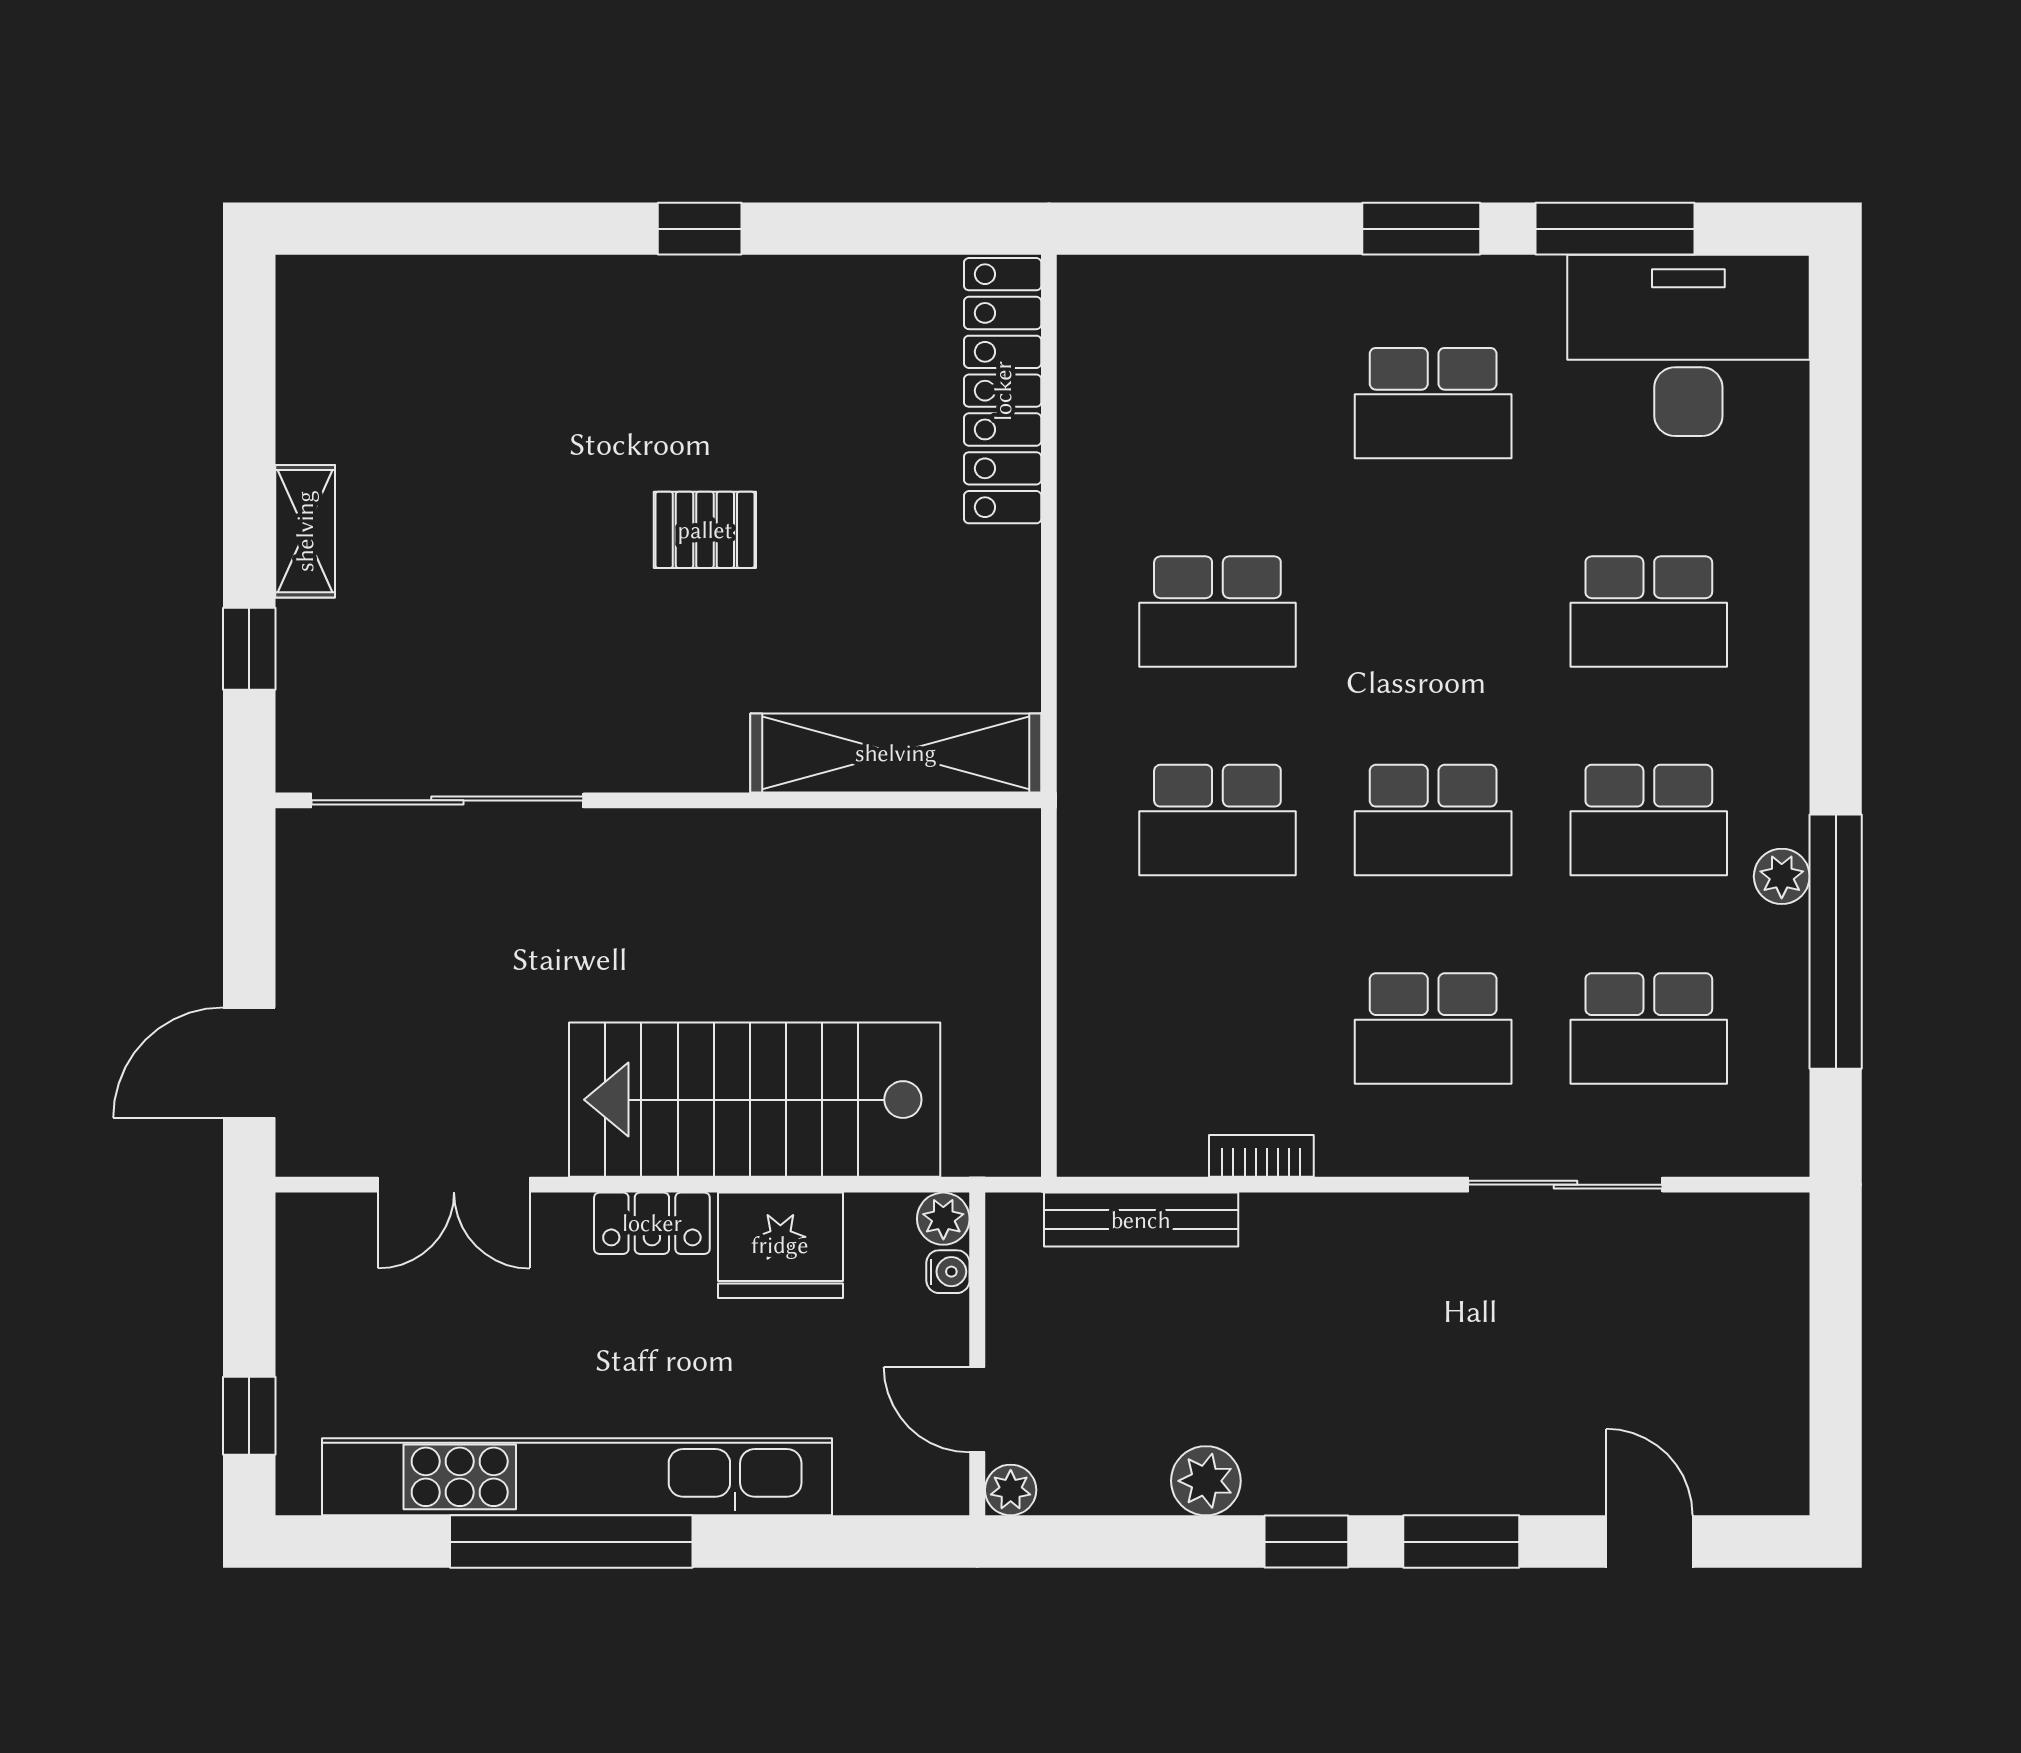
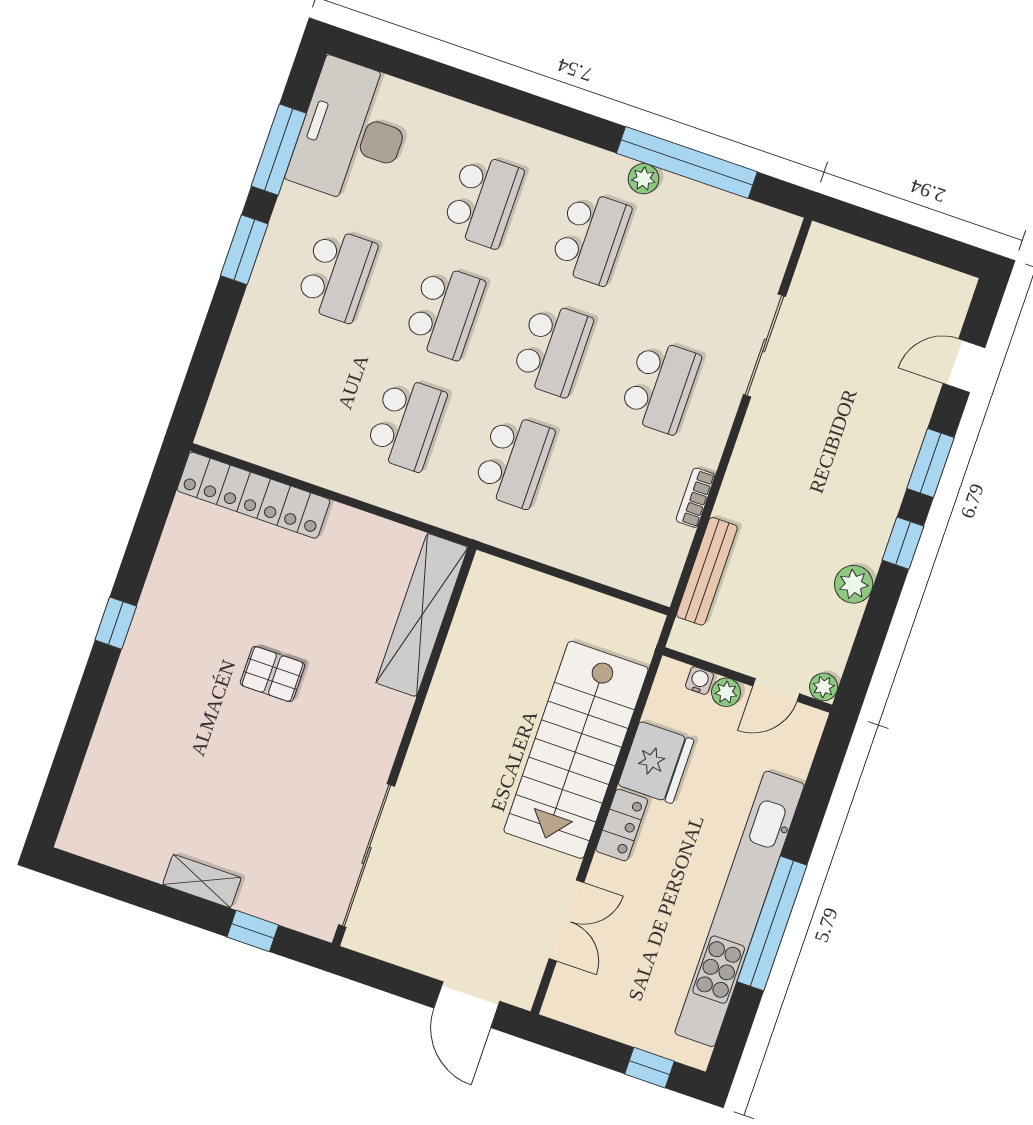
pallet: (705, 530) -> (272, 674), turned 90
school desk: (1649, 1028) -> (444, 312), moved
plant: (943, 1219) -> (726, 692), moved

